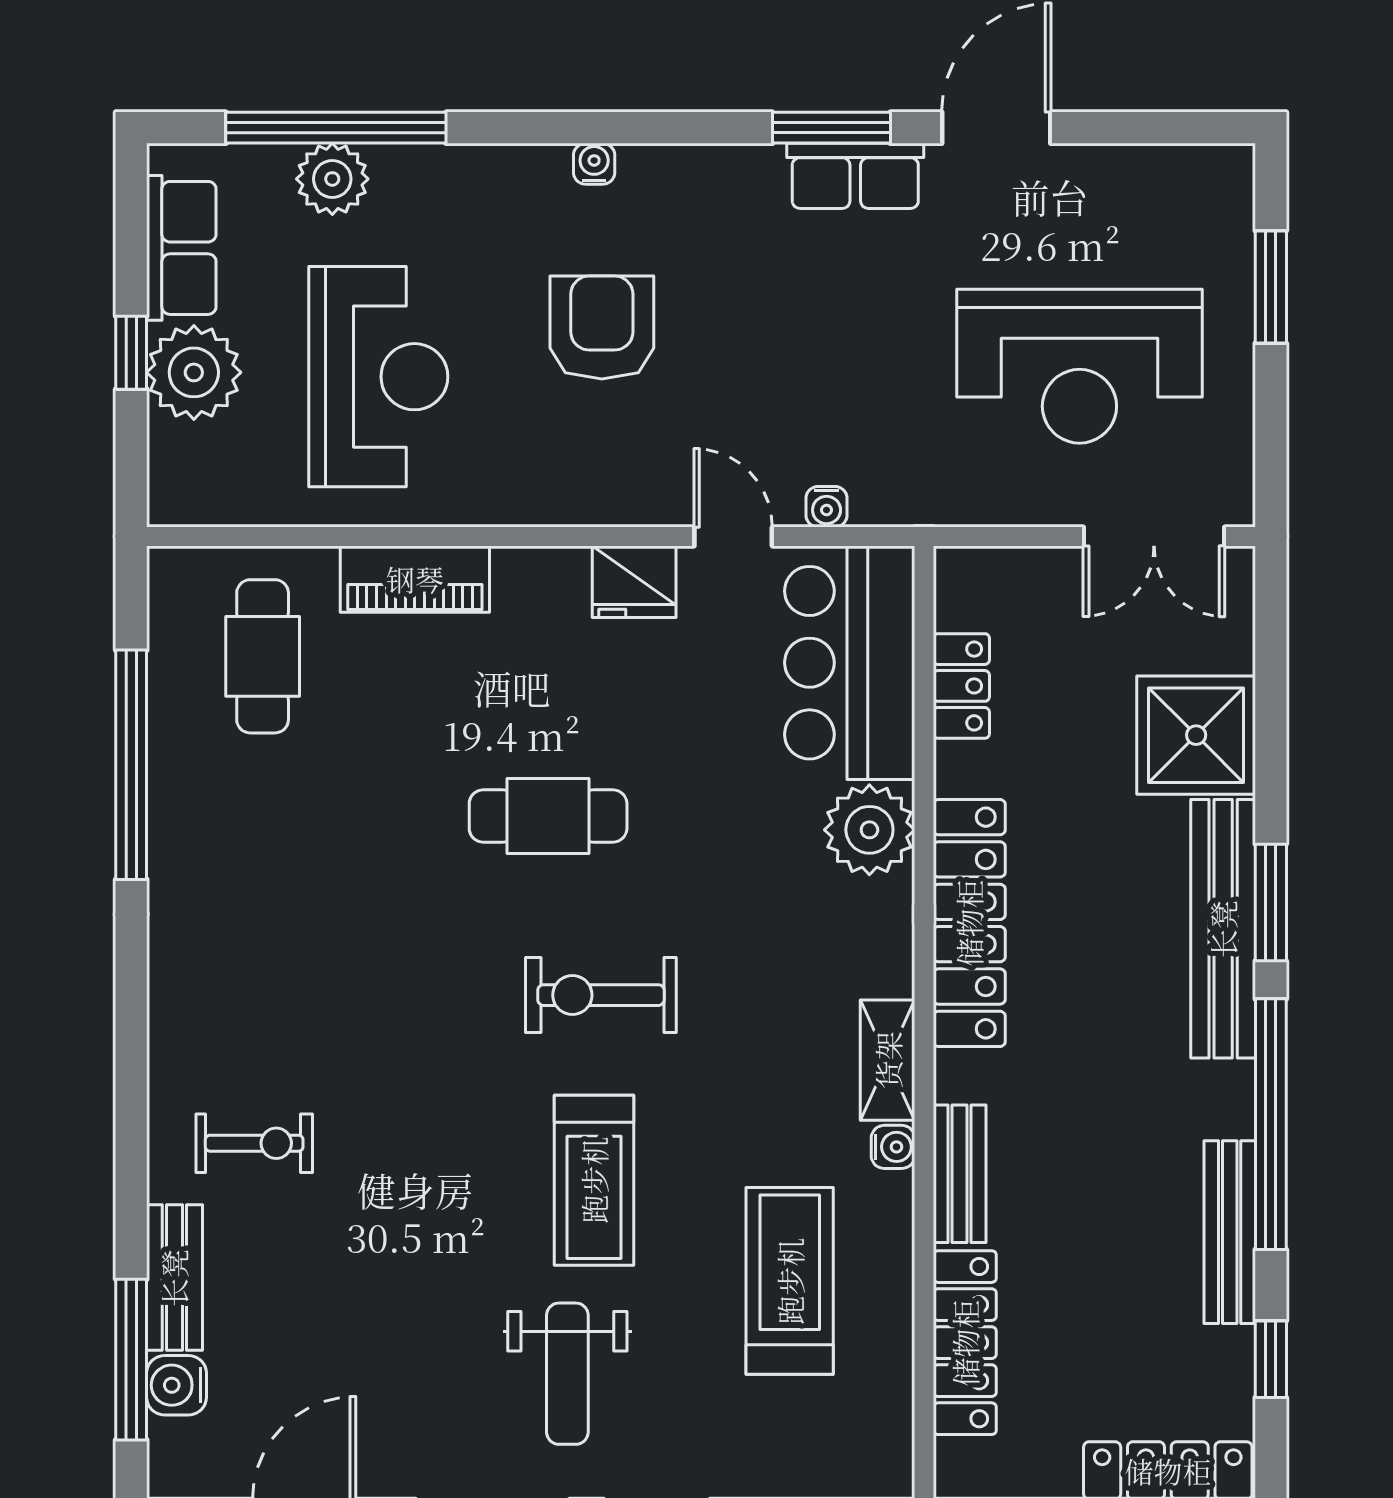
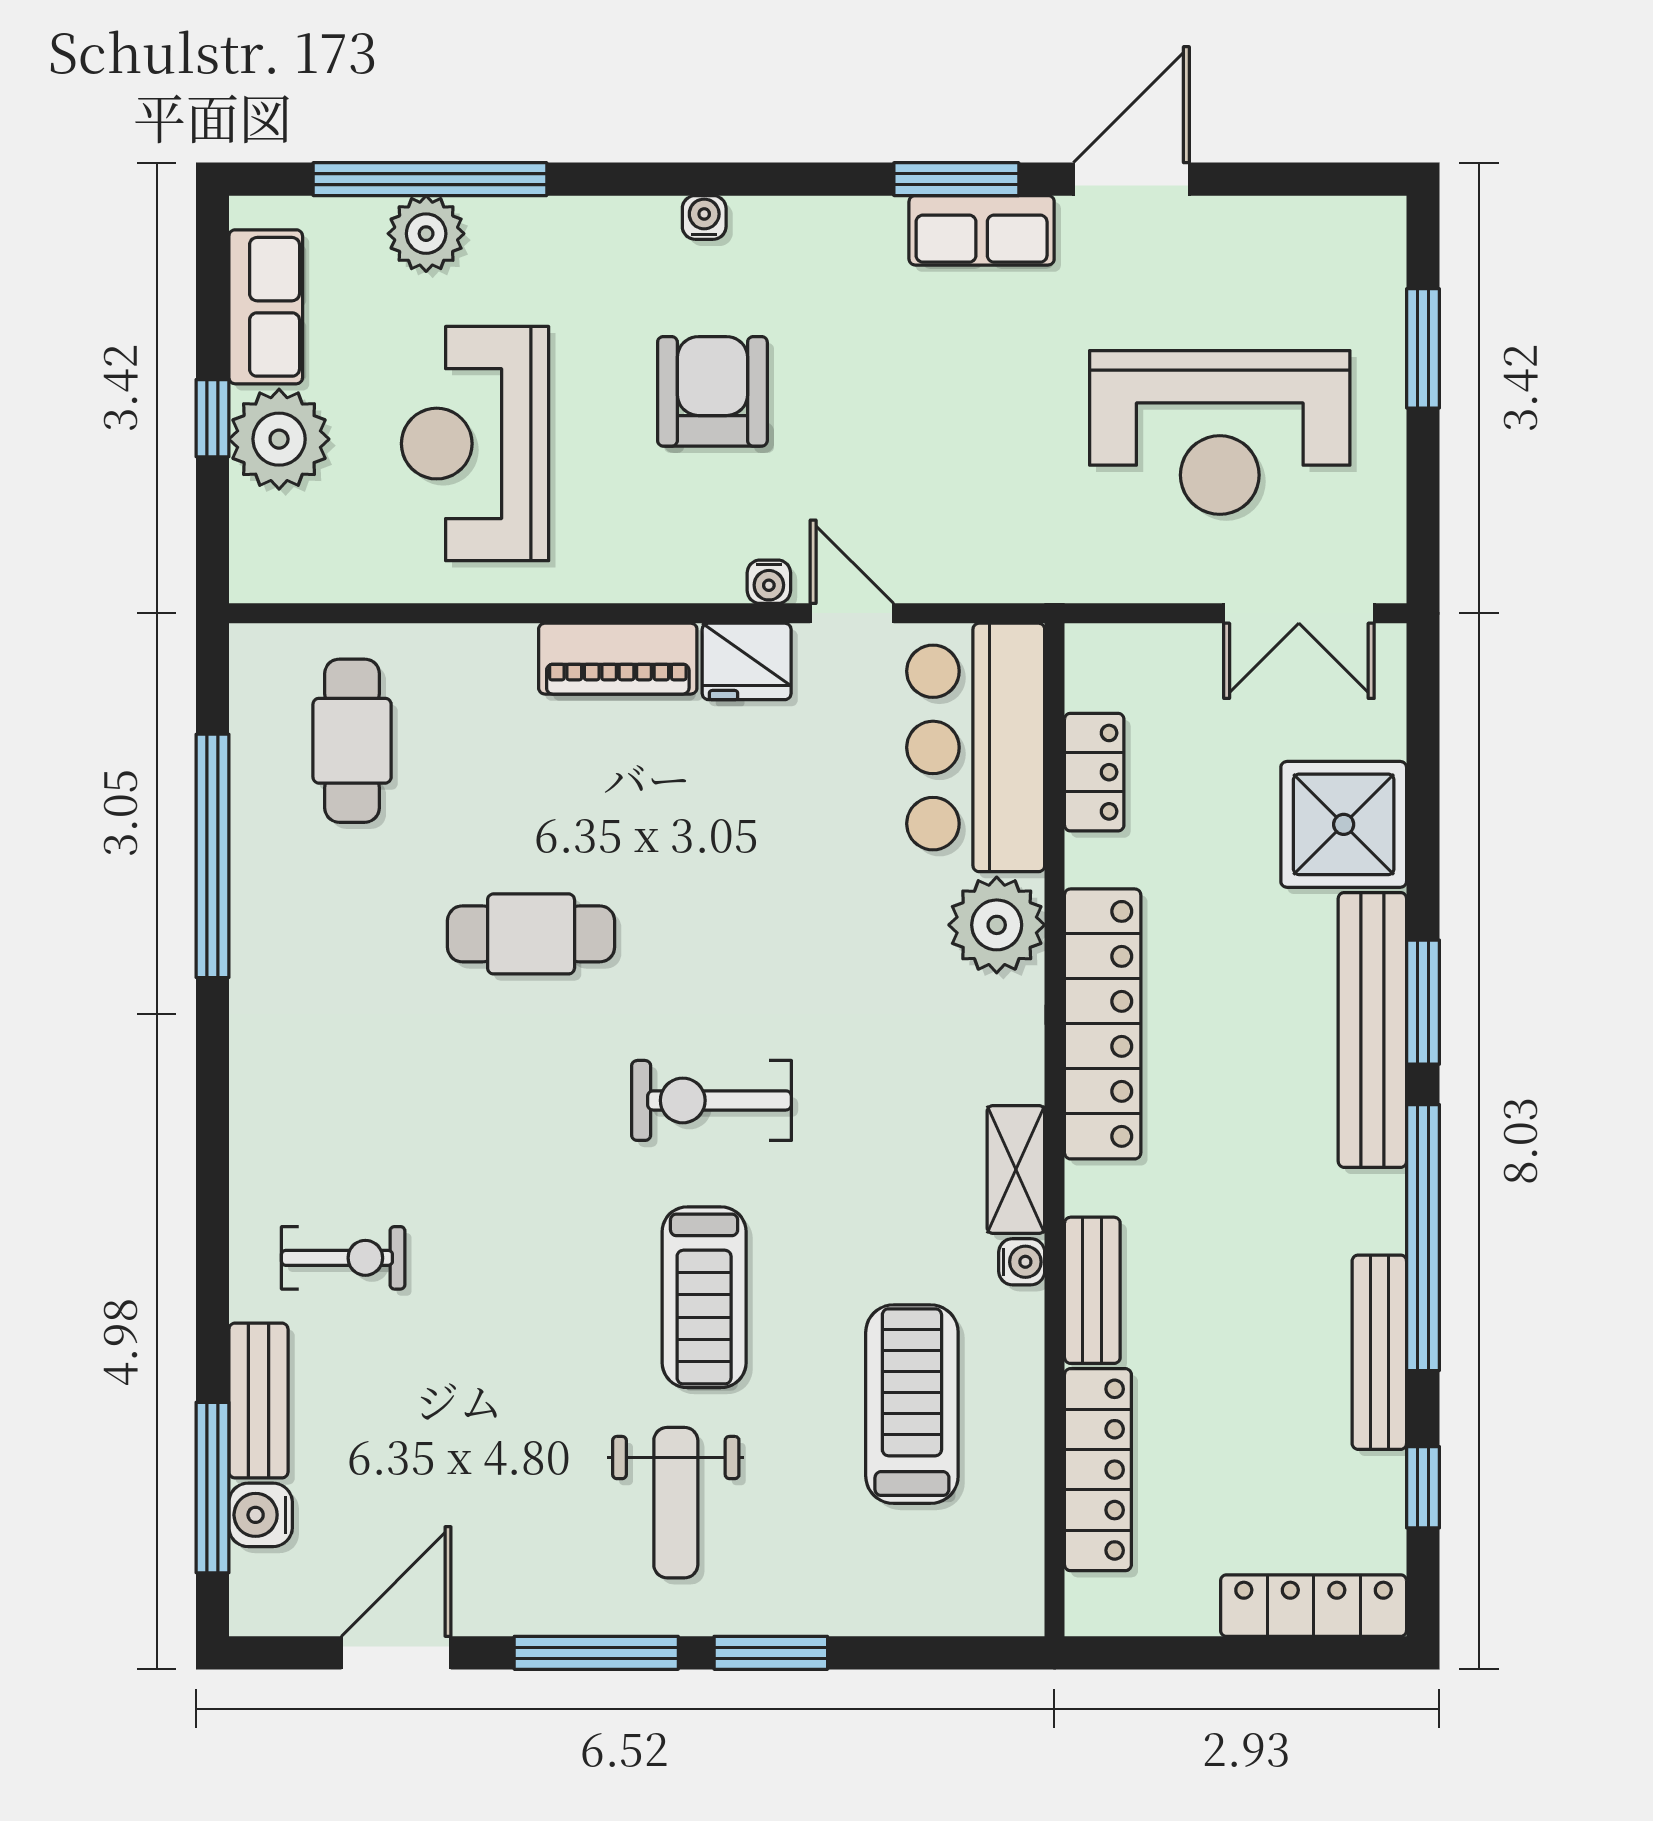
reception desk: (378, 377) -> (475, 444), turned 180
water cooler: (827, 507) -> (769, 582), moved
piano: (415, 579) -> (618, 659), moved
cafe table: (548, 816) -> (531, 934), moved

